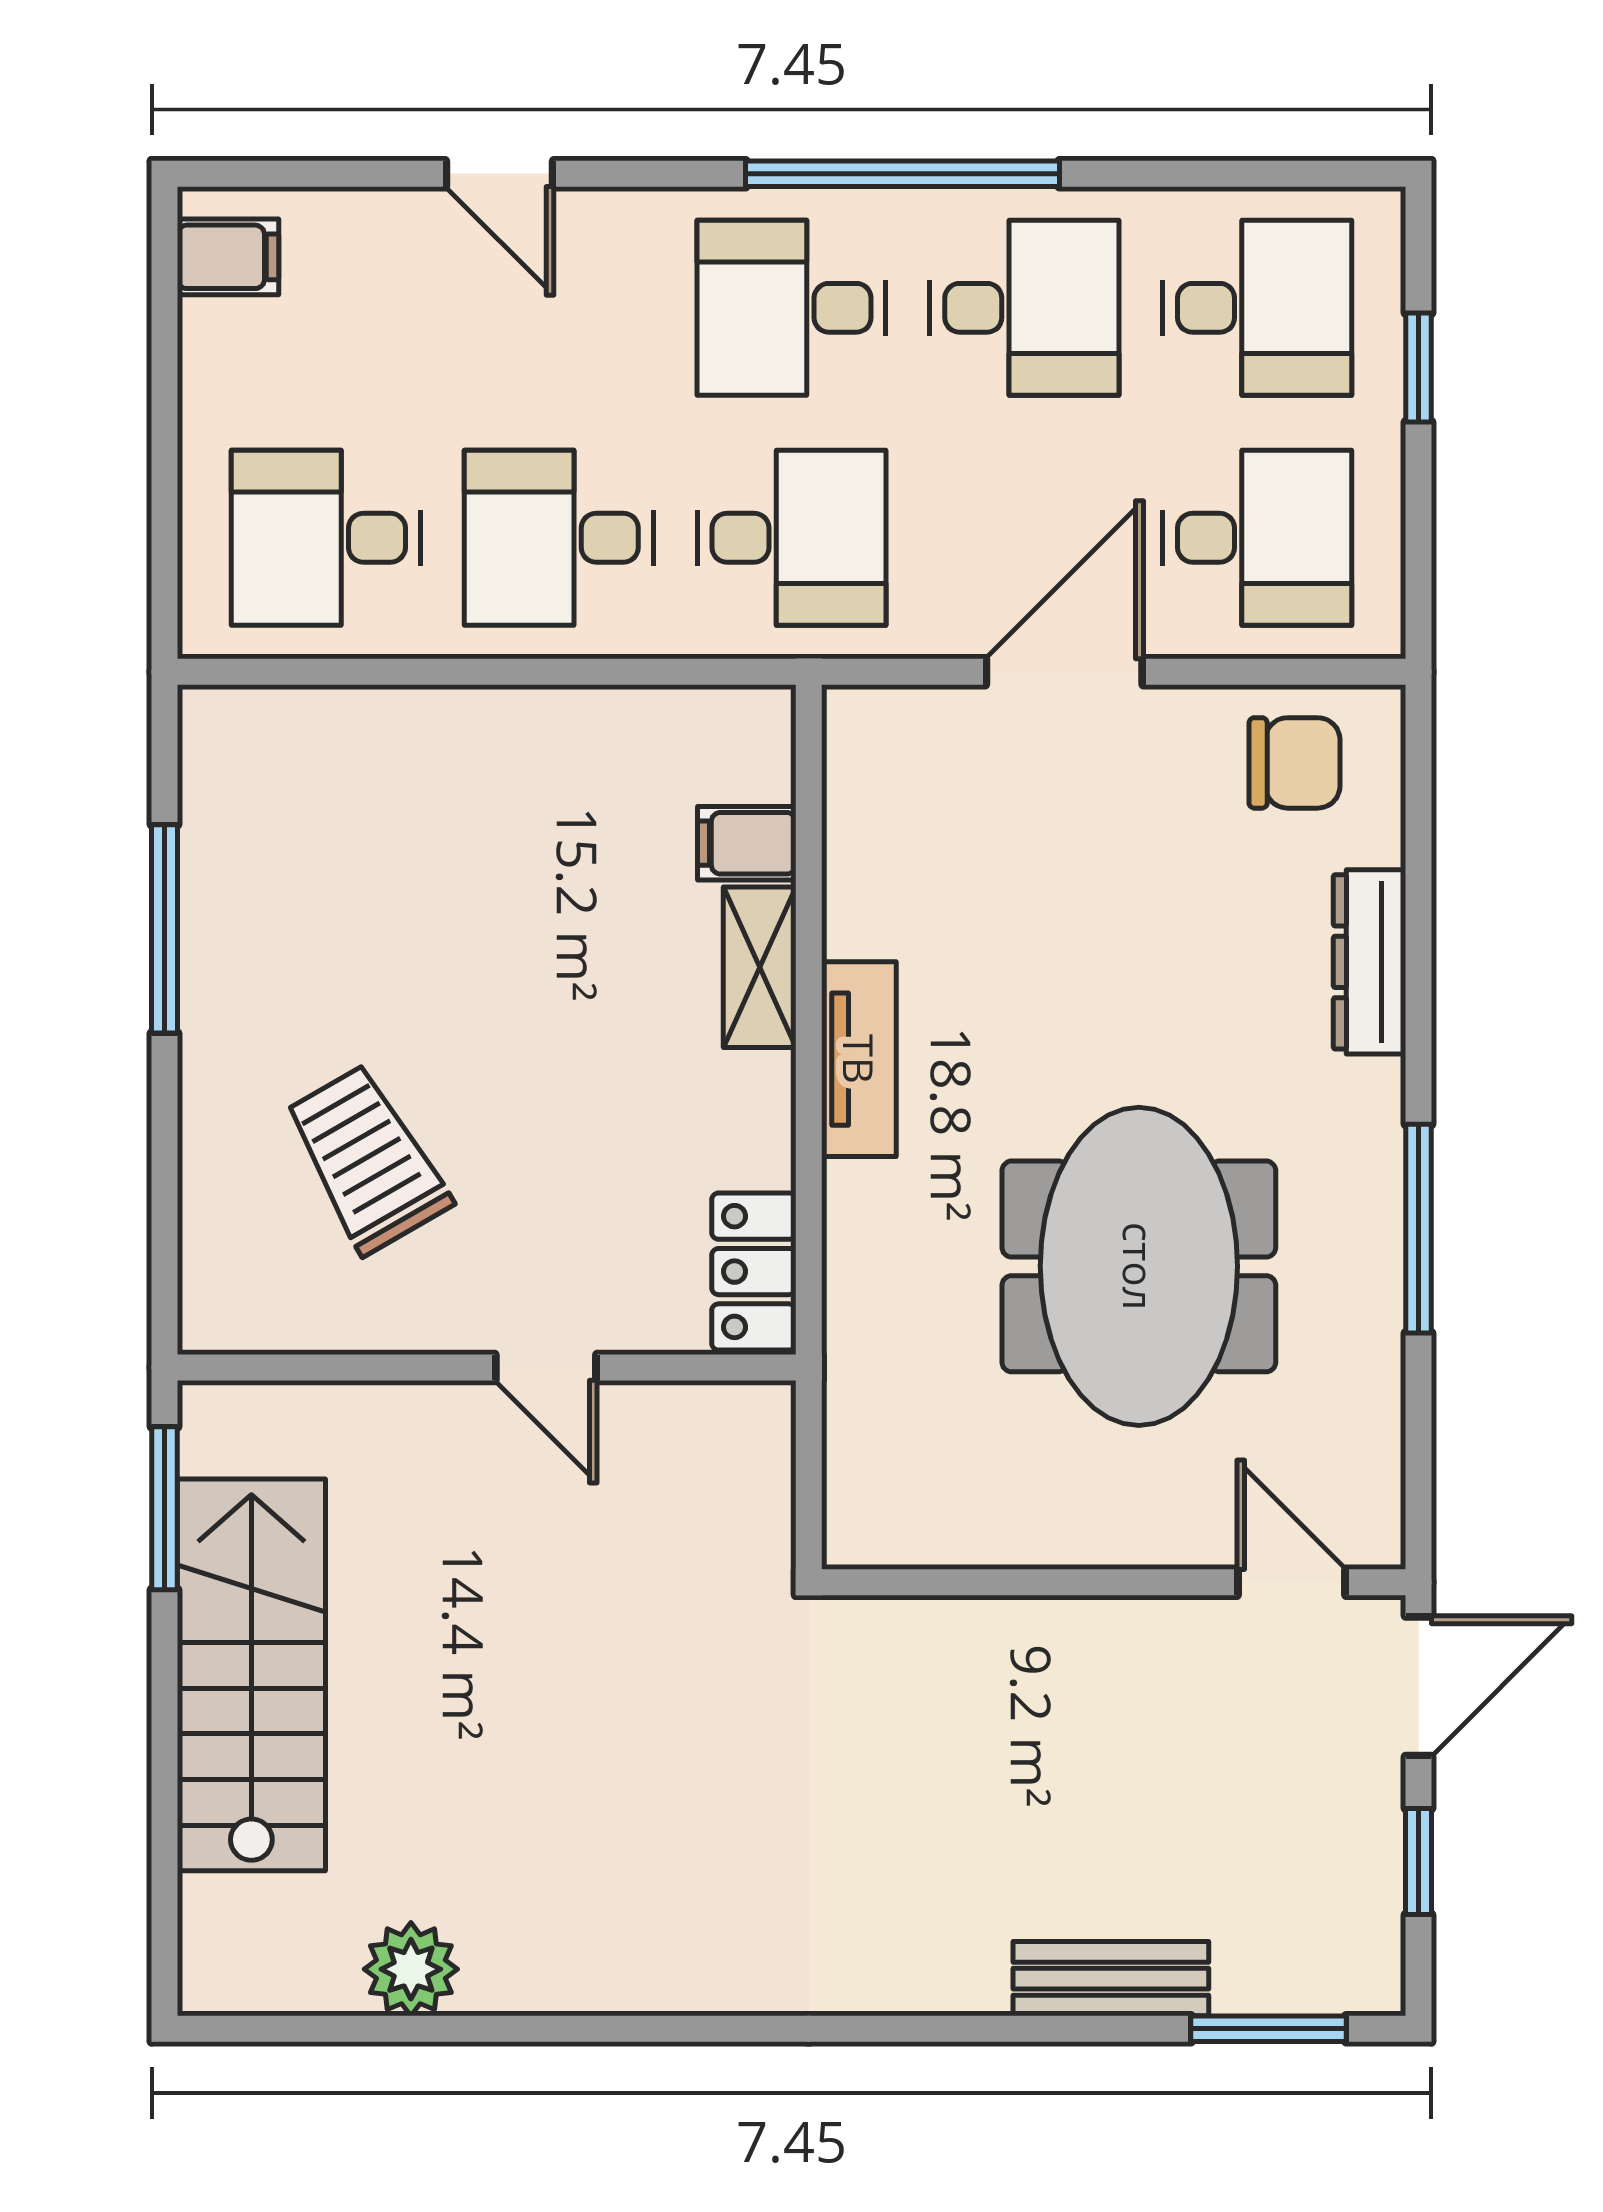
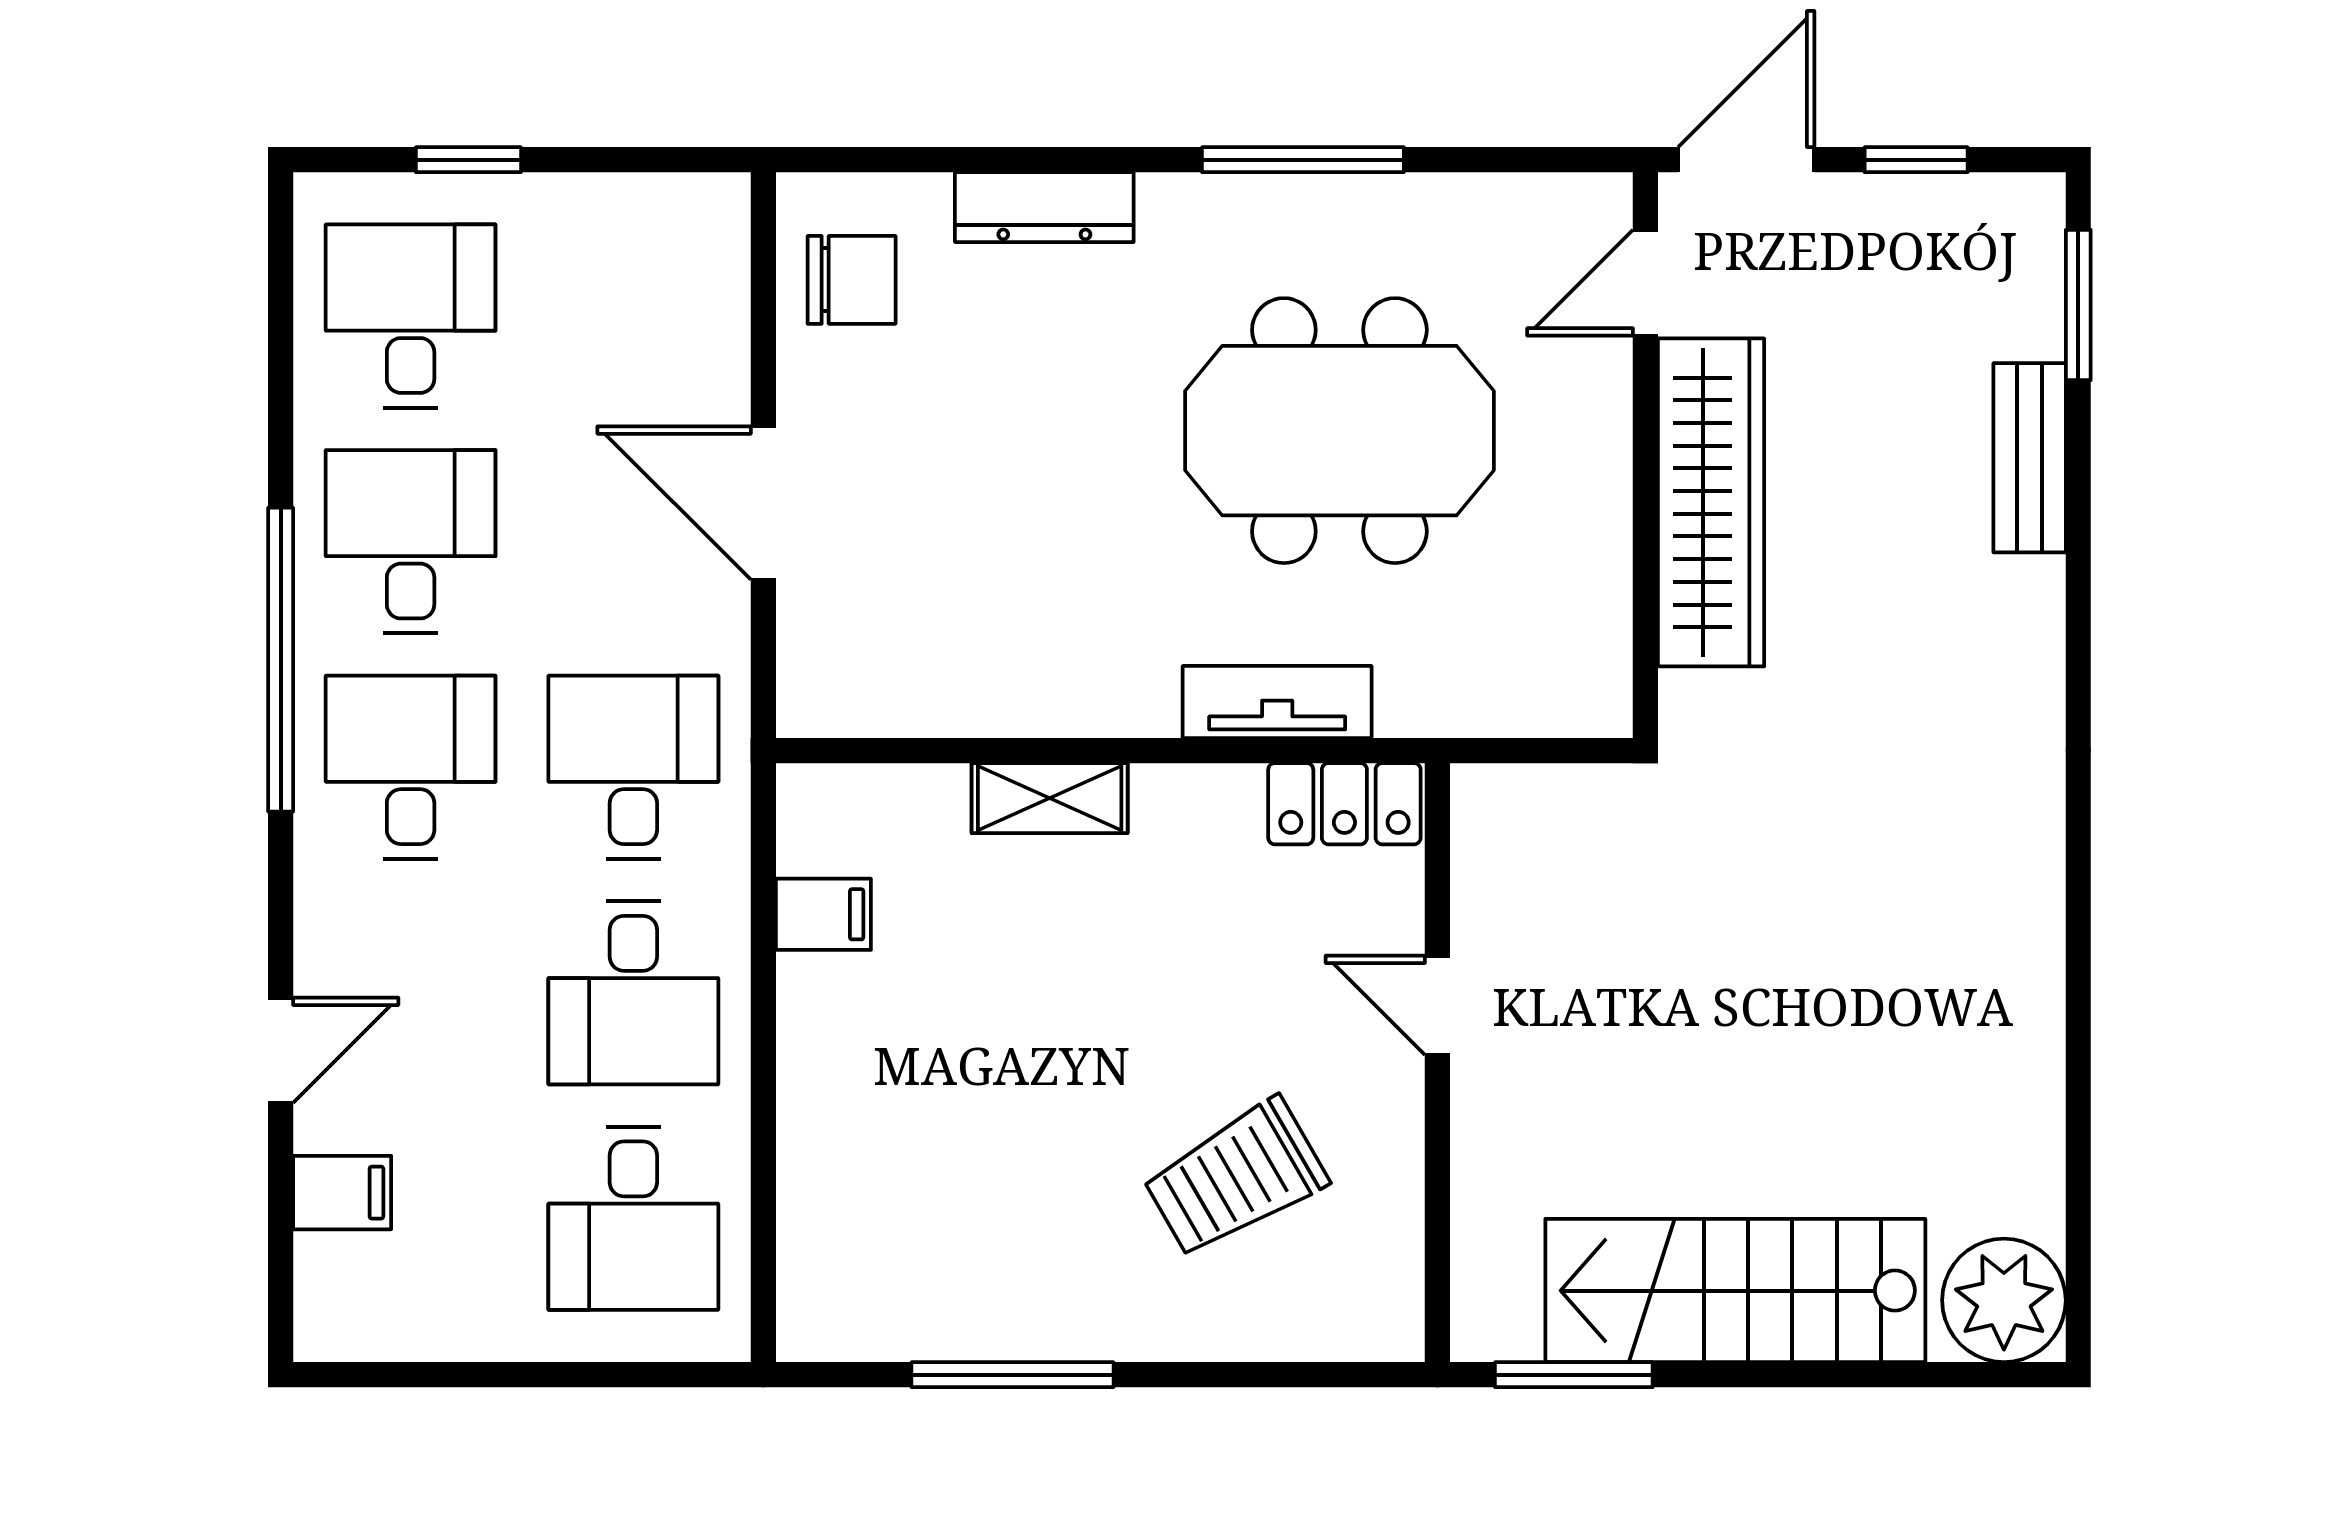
filing cabinet: (228, 257) -> (342, 1193), moved, turned 90
desk: (792, 308) -> (411, 767), turned 180
desk: (1257, 538) -> (633, 316), removed
chair: (1294, 763) -> (852, 280), turned 90
filing cabinet: (747, 843) -> (823, 914), moved, turned -90
tv unit: (859, 1059) -> (1277, 702), moved
door: (546, 1368) -> (1437, 1005), swing flipped
wardrobe: (1065, 1650) -> (1711, 502), added
door: (1418, 1686) -> (1746, 160), hinge flipped
plant: (411, 1969) -> (2004, 1300), moved, width x1.36, depth x1.36

